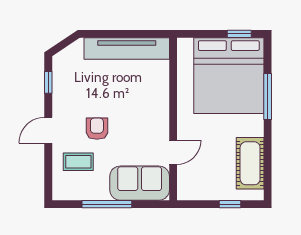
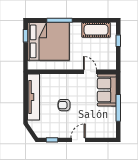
armchair: (97, 129) -> (64, 105), moved
door: (48, 130) -> (78, 140), swing flipped
coffee table: (78, 162) -> (95, 123), removed

